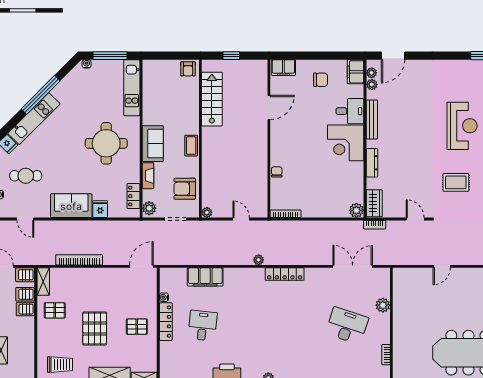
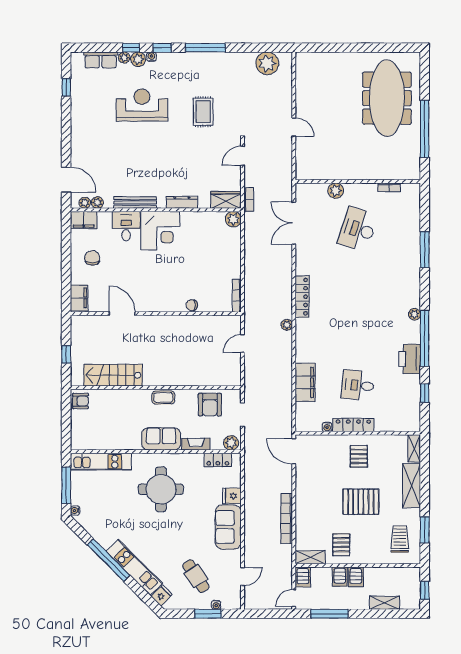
cafe table: (26, 176) -> (196, 576), turned -33
plant: (207, 212) -> (236, 381), removed
server rack: (25, 294) -> (356, 577), moved

